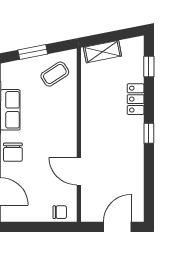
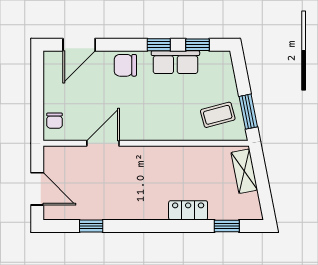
window: (33, 52) -> (248, 112), moved
coffee table: (55, 74) -> (218, 115), turned -72
window: (149, 133) -> (91, 226), moved

